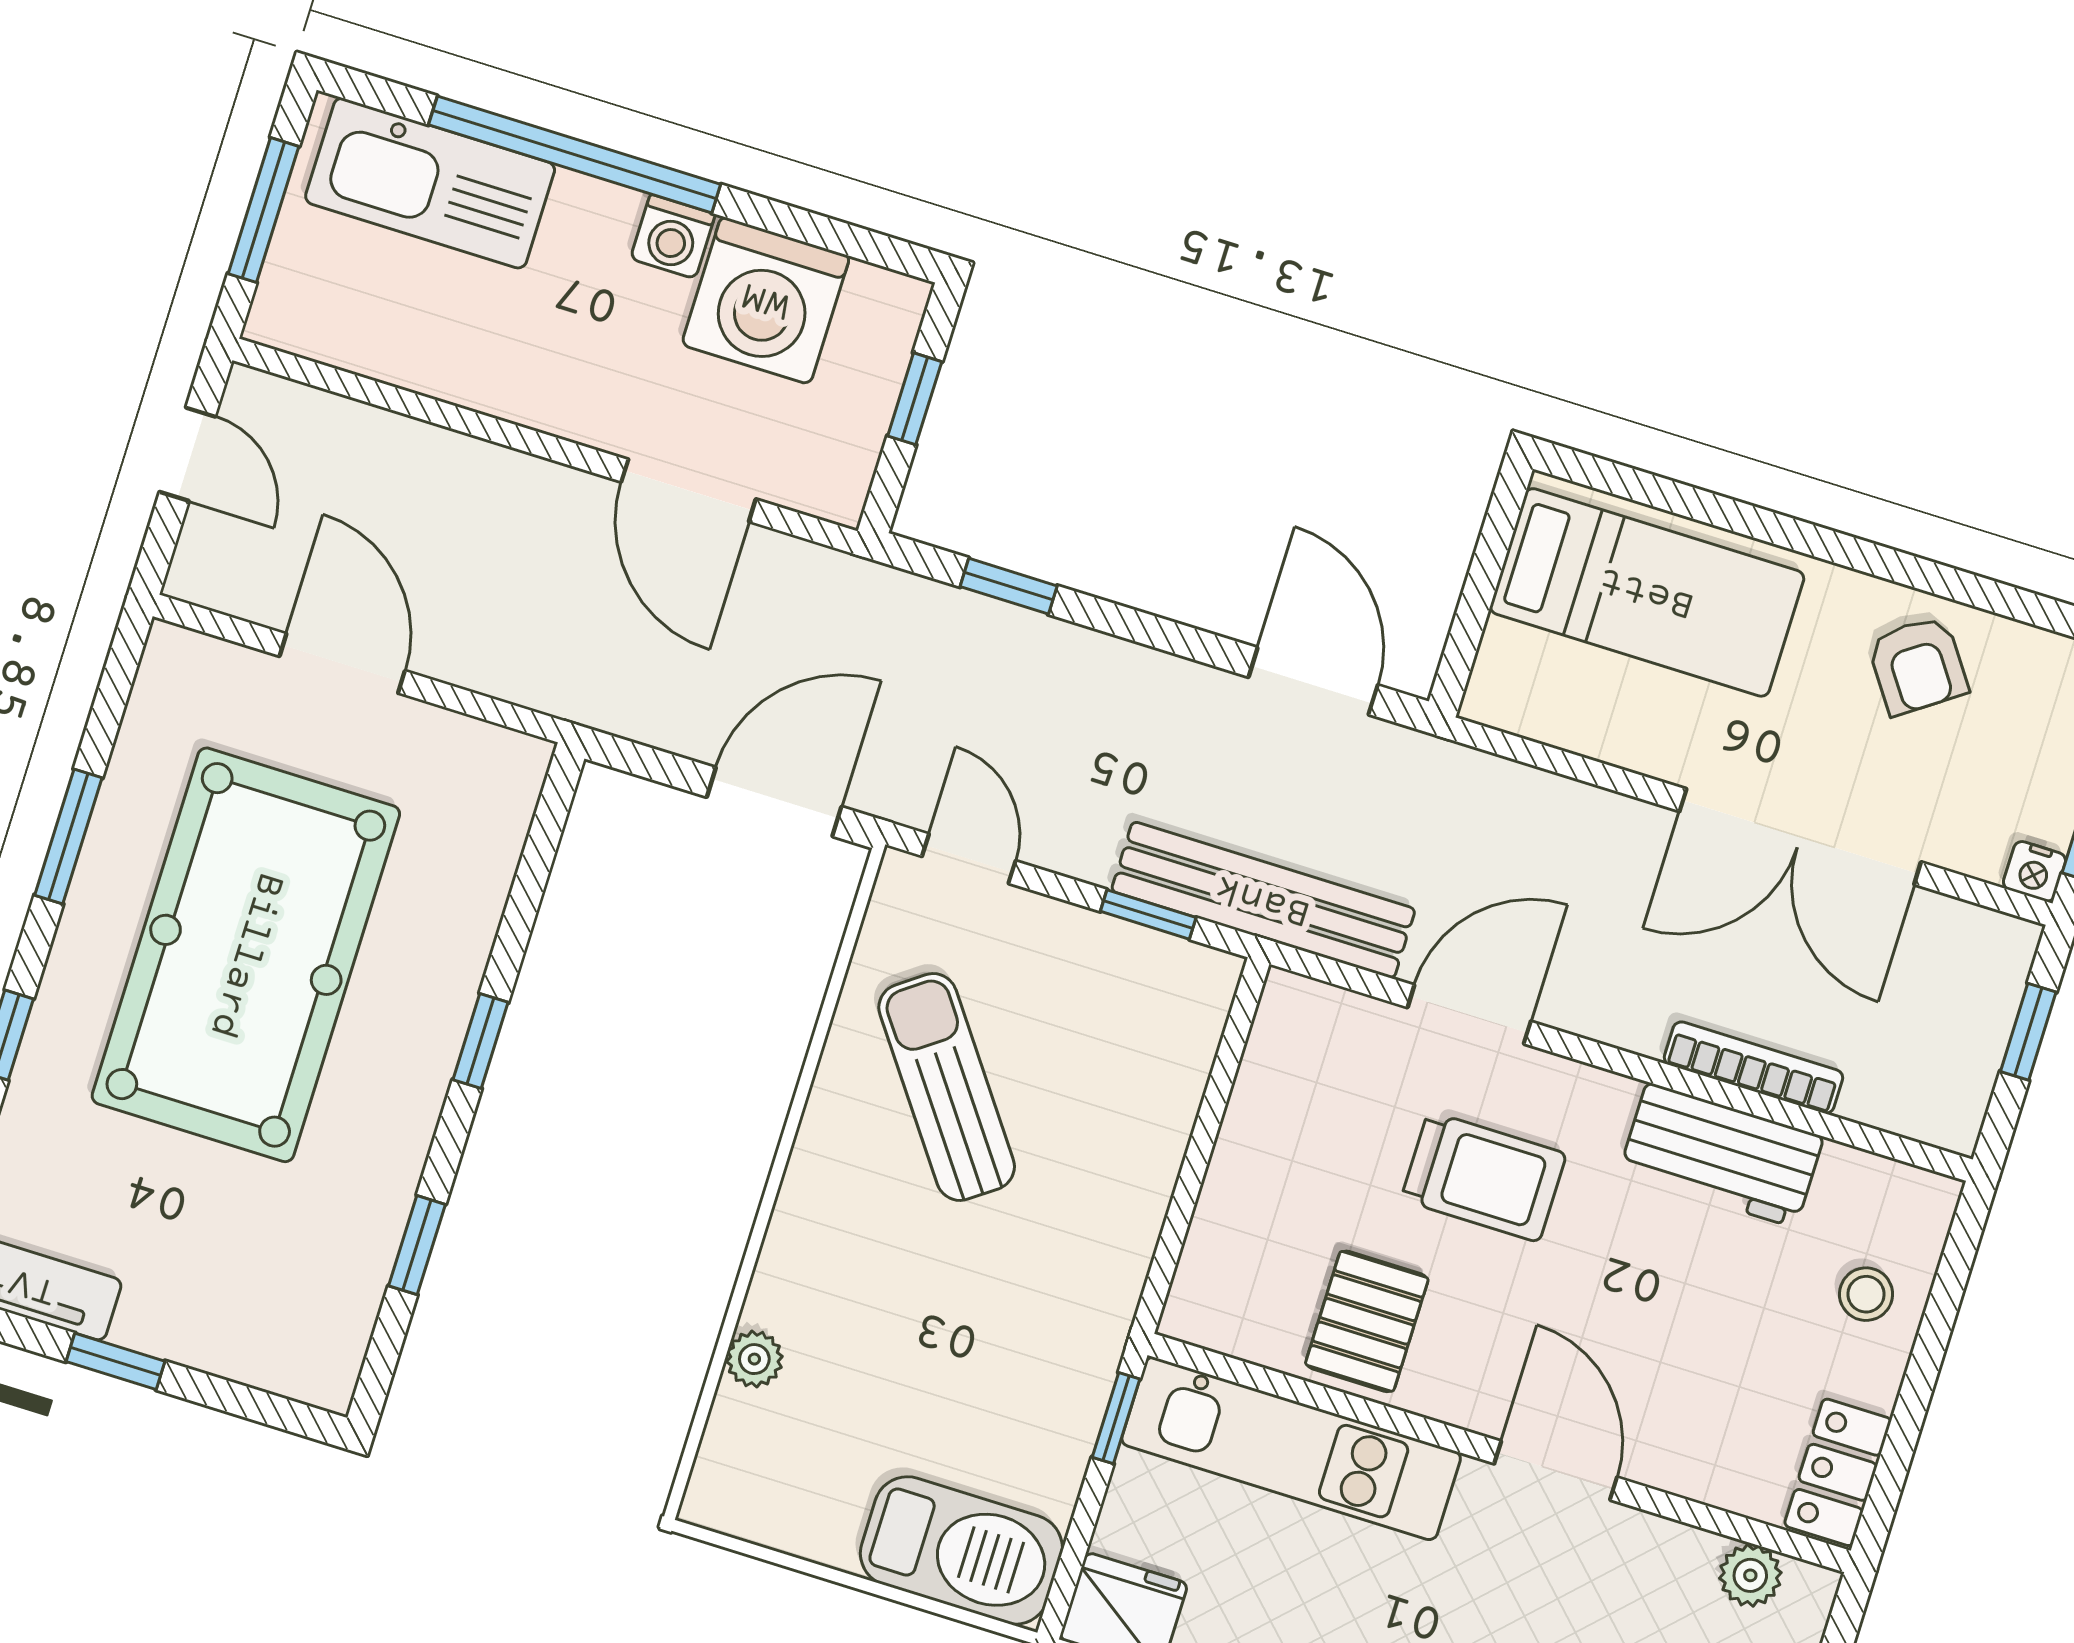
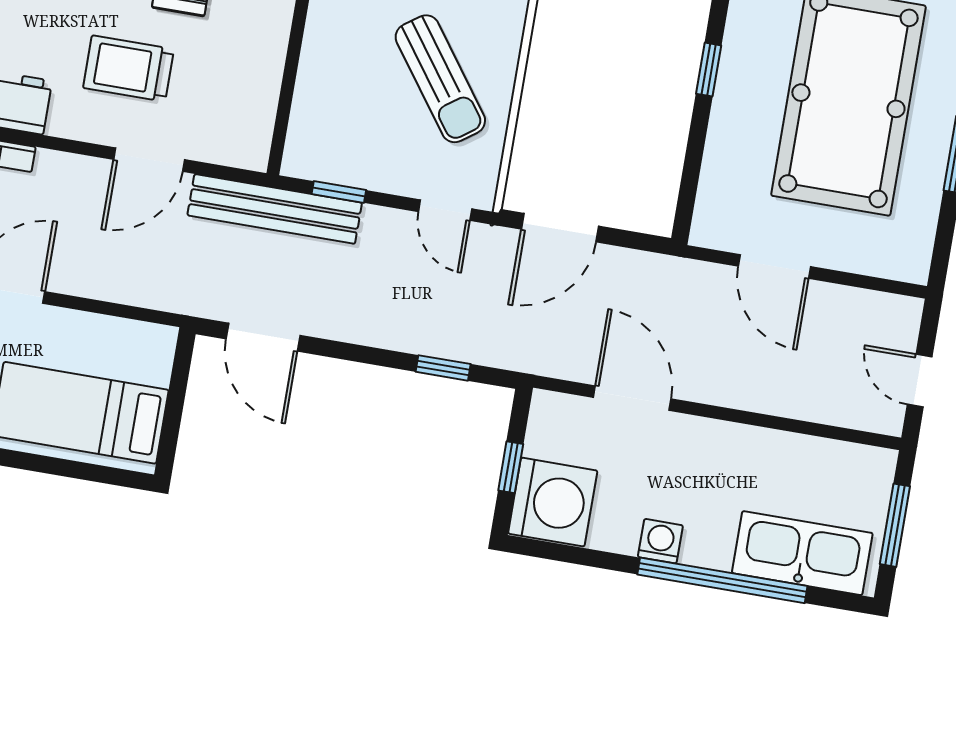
washing machine: (766, 300) -> (553, 502), moved, turned 90
door: (342, 663) -> (774, 266), moved

